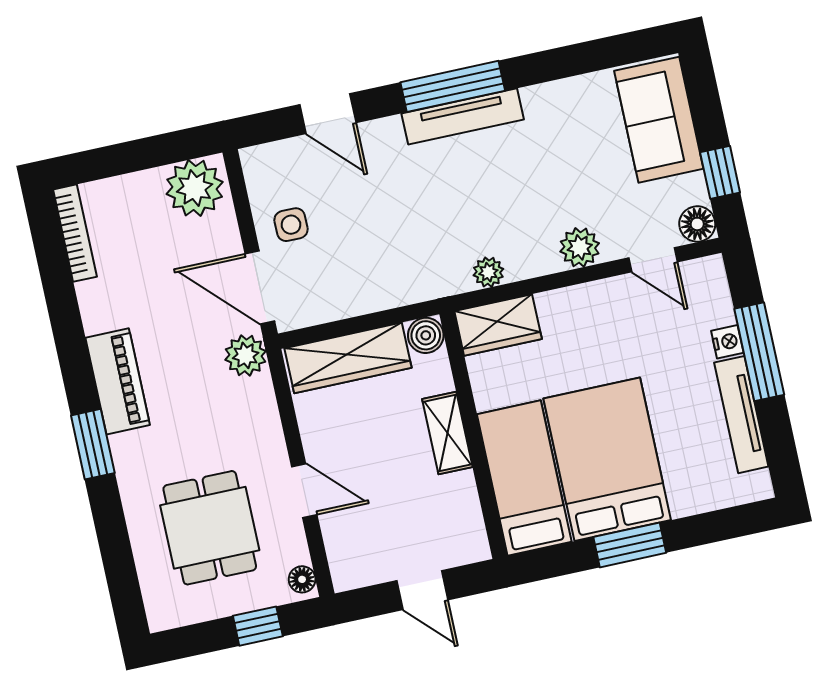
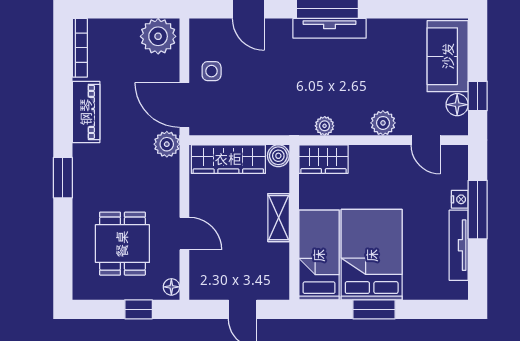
floor lamp: (697, 224) -> (457, 105), moved
piano: (118, 381) -> (86, 112), moved

